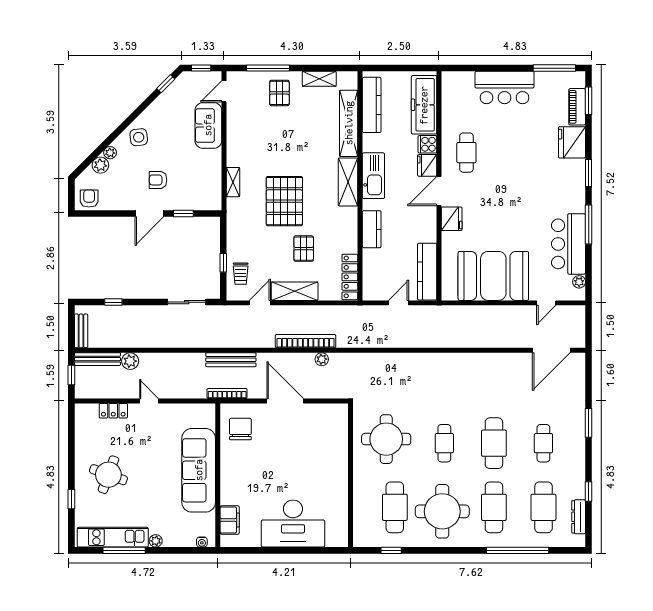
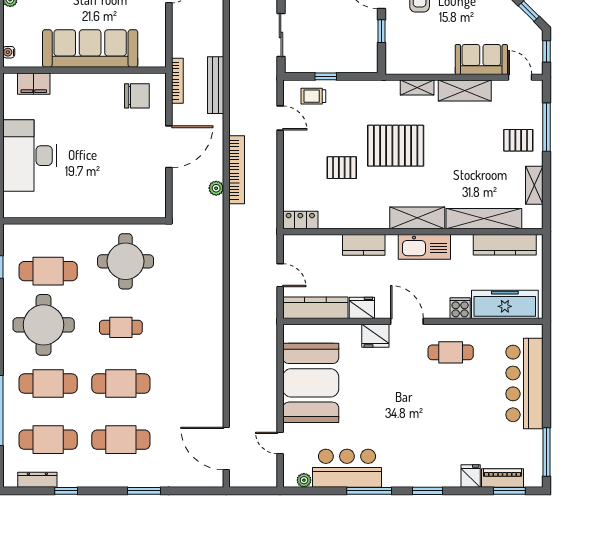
bar counter: (505, 88) -> (524, 383), width x1.36
fridge: (572, 142) -> (471, 476), width x0.53, depth x0.75
fridge: (427, 165) -> (362, 308), moved
locker: (350, 277) -> (300, 220), width x0.66
shelving: (295, 291) -> (465, 91), moved, turned 90
cafe table: (543, 443) -> (121, 440), width x1.37, depth x1.35

